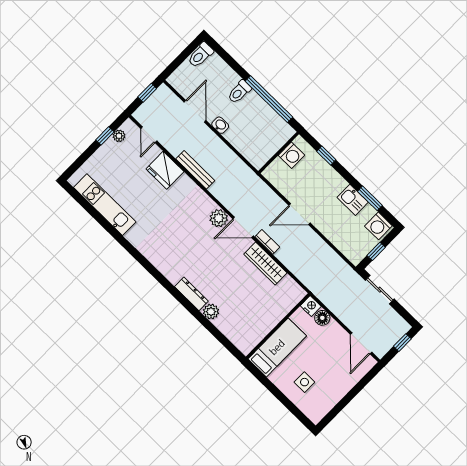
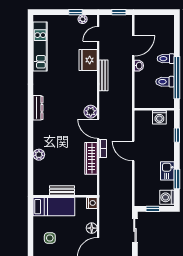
toilet: (201, 55) -> (165, 82), moved
dresser: (191, 294) -> (38, 108), moved
floor lamp: (322, 318) -> (92, 228), moved
bench: (269, 324) -> (62, 190), added

